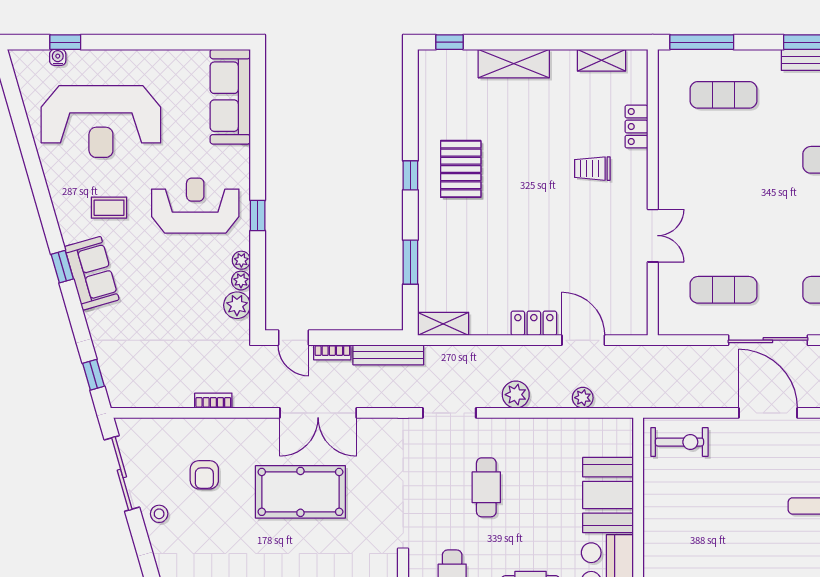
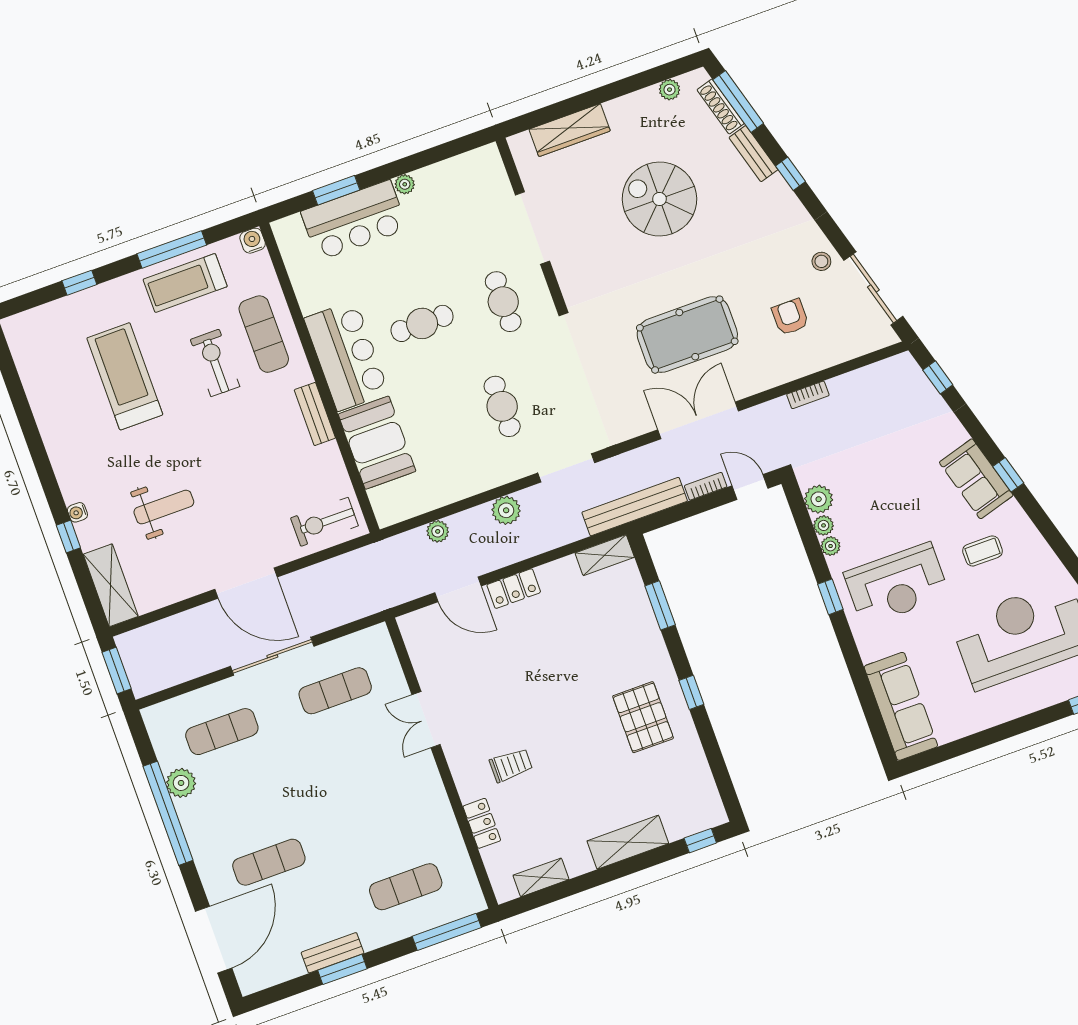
bench: (388, 355) -> (635, 507), width x1.37, depth x1.21
bench: (654, 540) -> (315, 414), added

